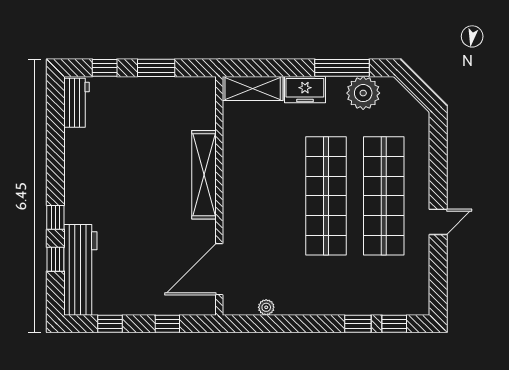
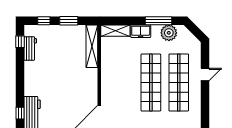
workbench: (76, 103) -> (30, 48), moved
shelving: (204, 175) -> (92, 46), moved
window: (55, 217) -> (20, 42), moved
door: (438, 222) -> (205, 74), moved

